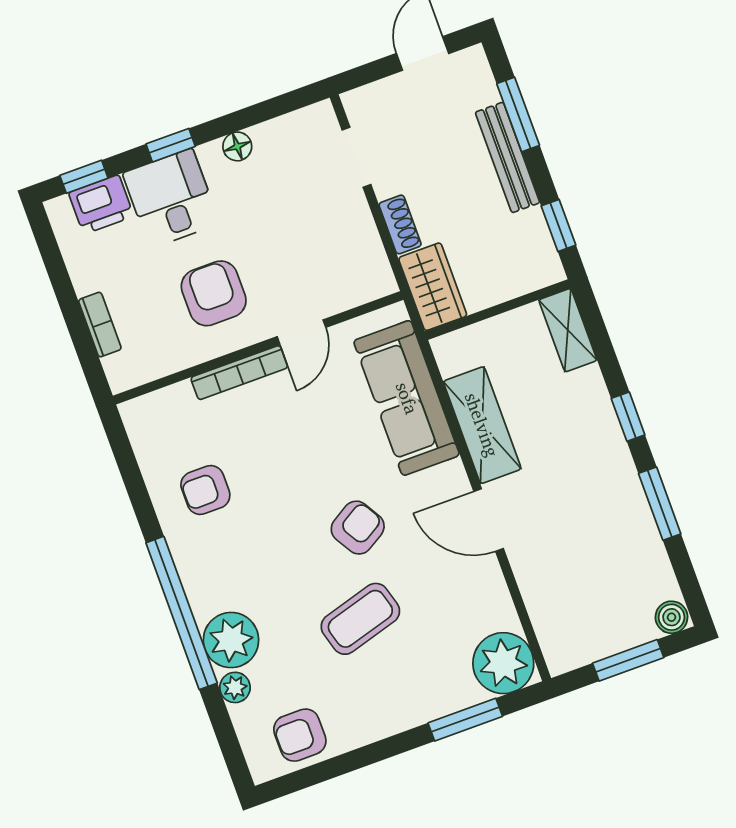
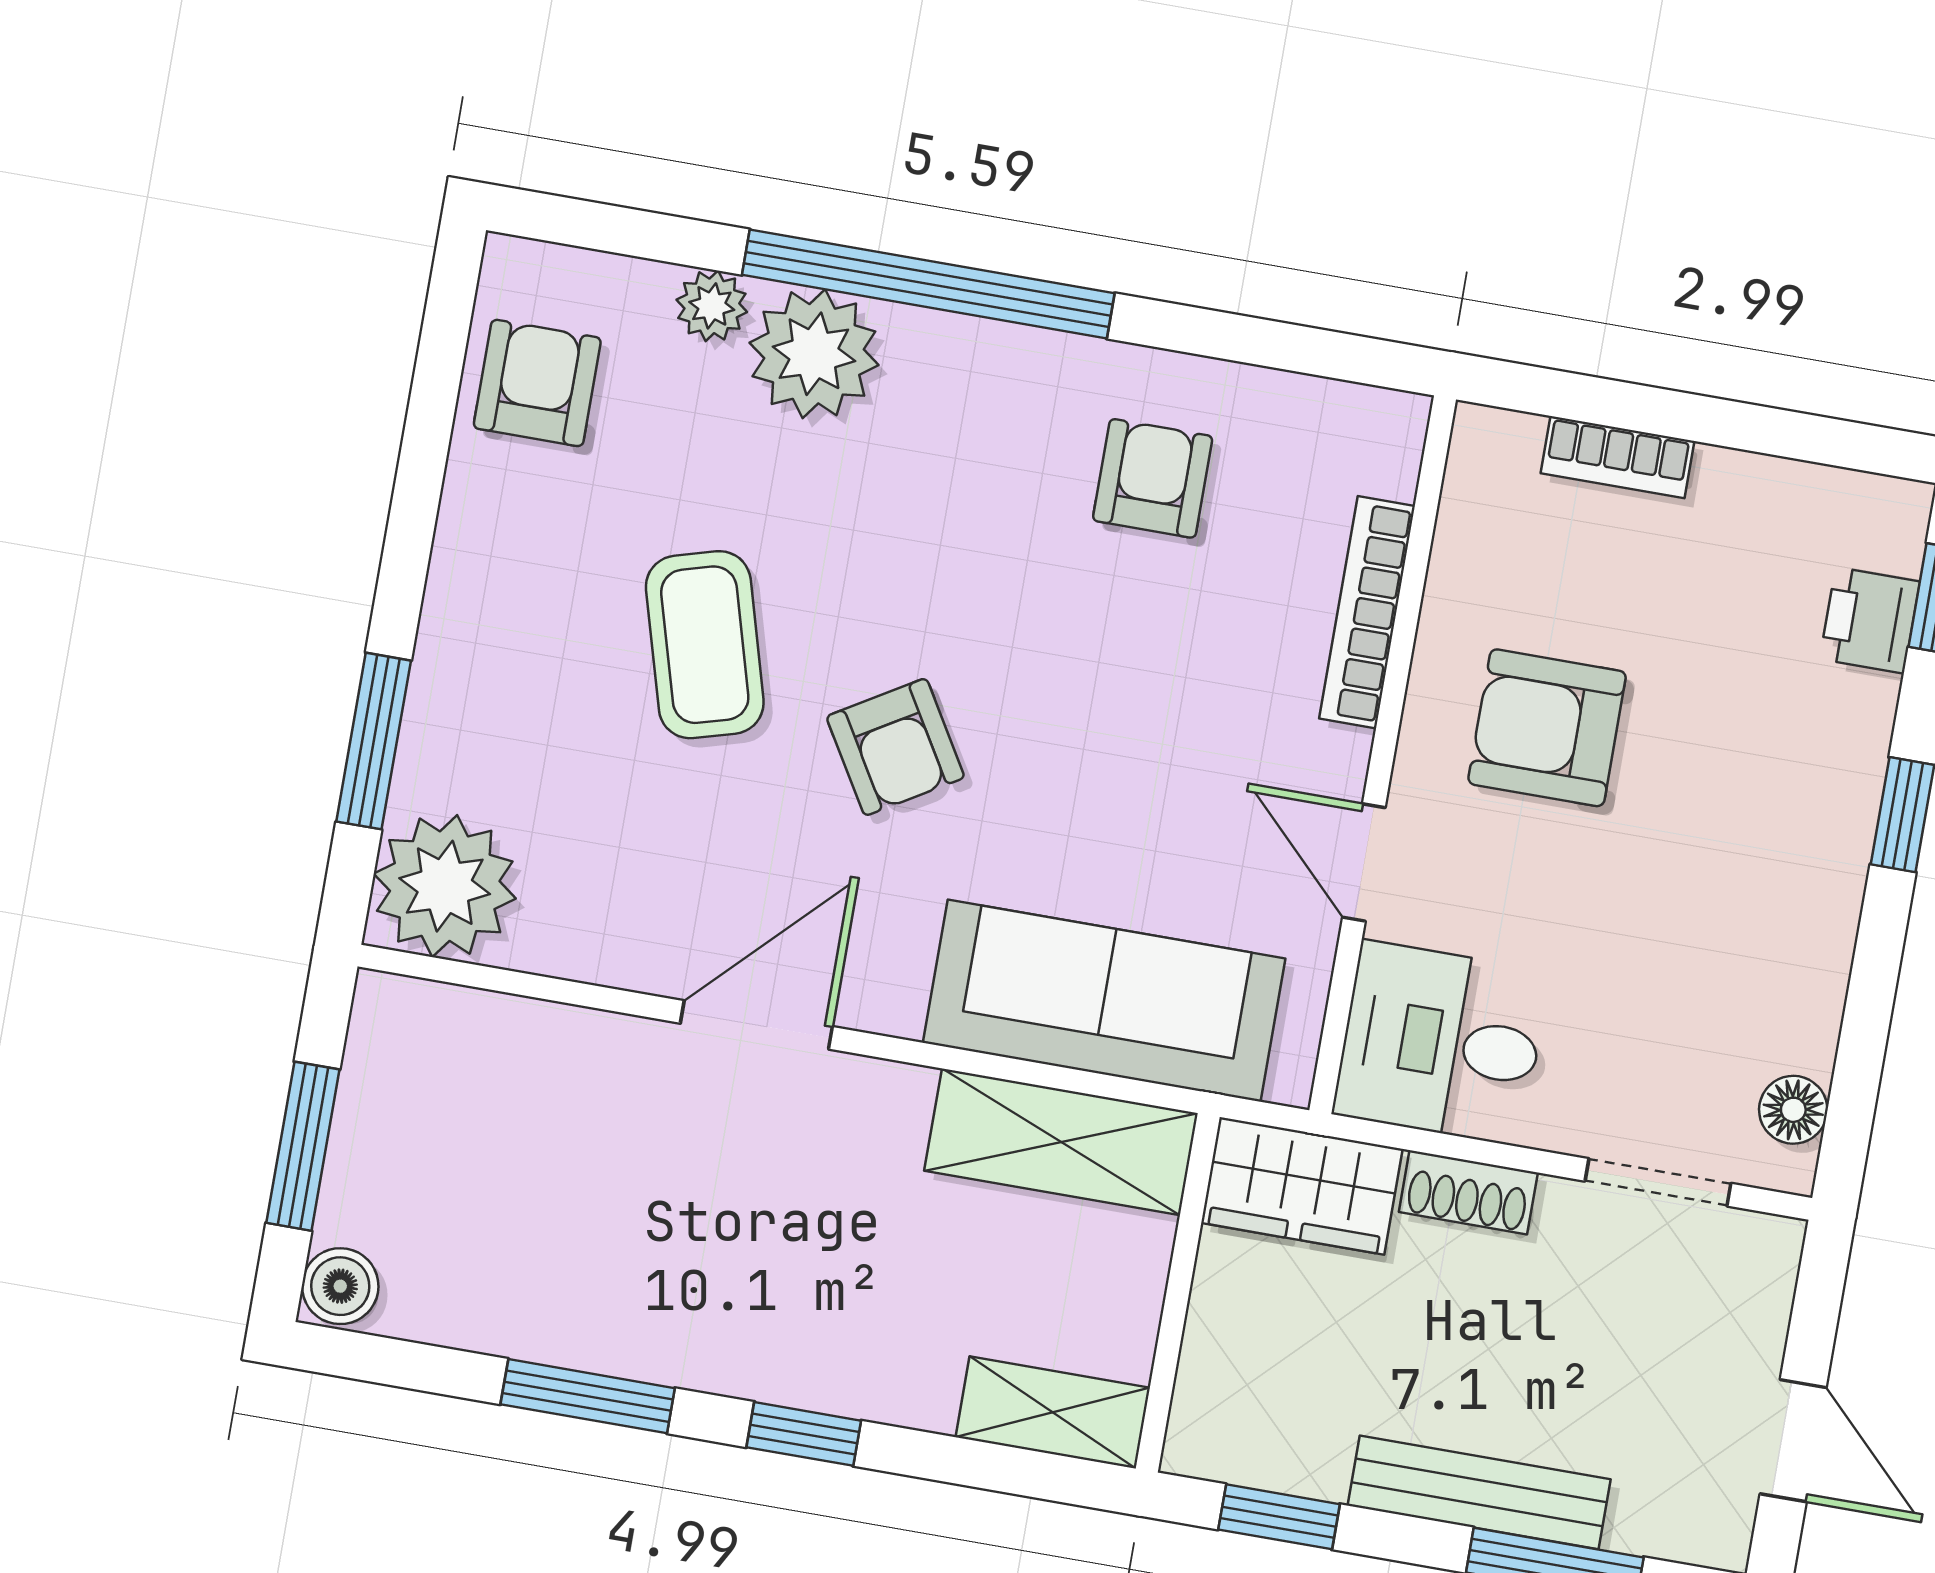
floor lamp: (237, 146) -> (1793, 1110), moved
desk: (171, 198) -> (1441, 1043), moved, turned 180
printer: (101, 204) -> (1870, 620), width x0.73, depth x0.81
armchair: (214, 293) -> (1547, 728), turned 180
bookcase: (239, 373) -> (1367, 612), moved
shelving: (482, 425) -> (1061, 1142), moved

